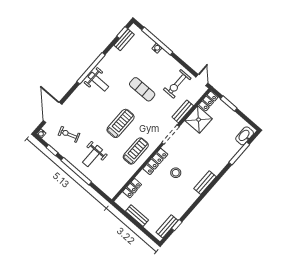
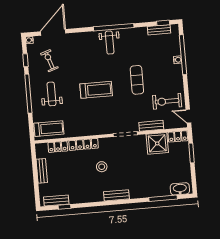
door: (202, 80) -> (188, 116), swing flipped
treadmill: (136, 151) -> (49, 129), moved
weight bench: (93, 156) -> (51, 94), turned 90
locker: (155, 161) -> (84, 144), moved

